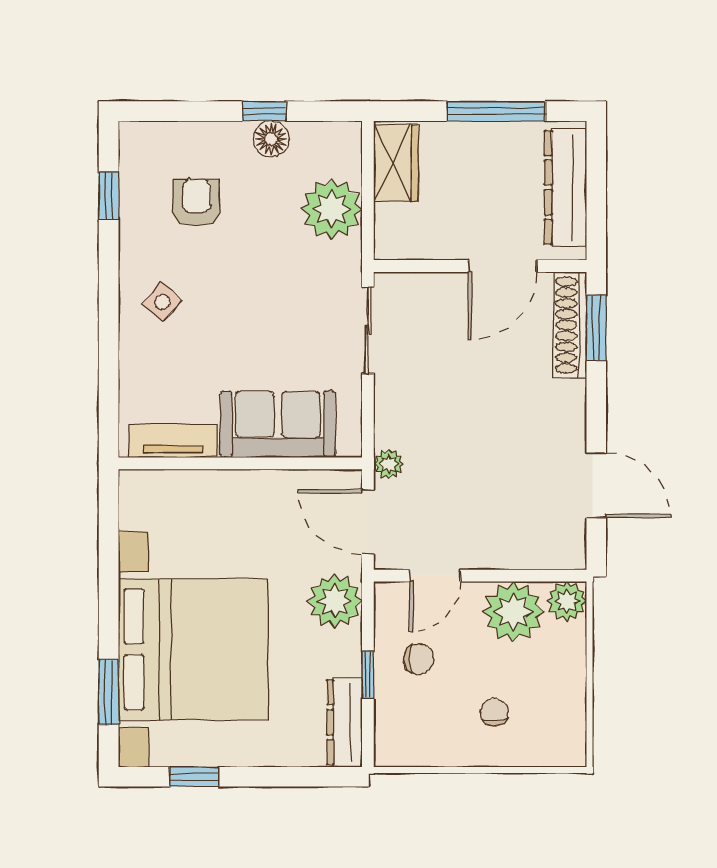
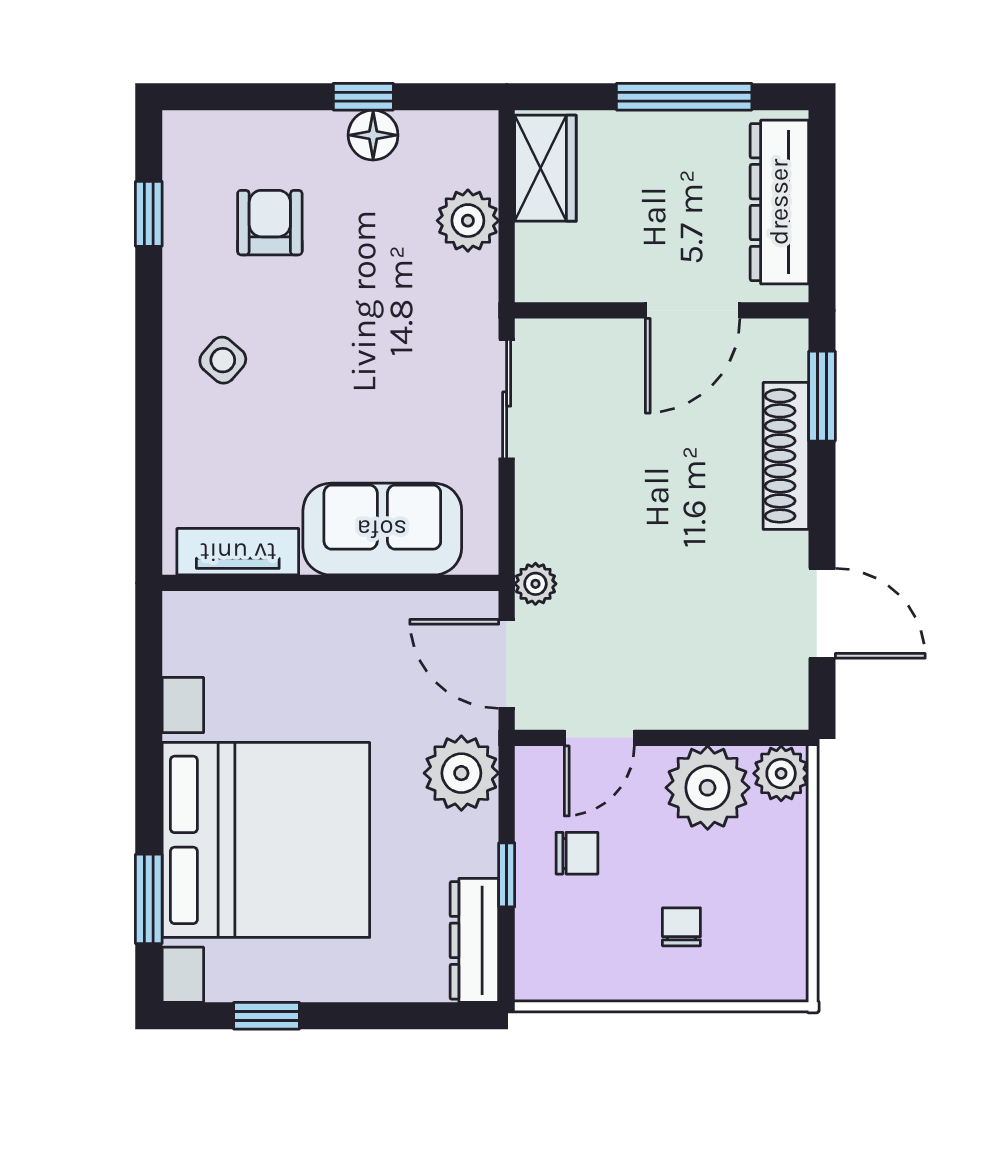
plant: (332, 209) -> (468, 221), width x0.73, depth x0.73
shoe rack: (570, 325) -> (786, 456), moved

